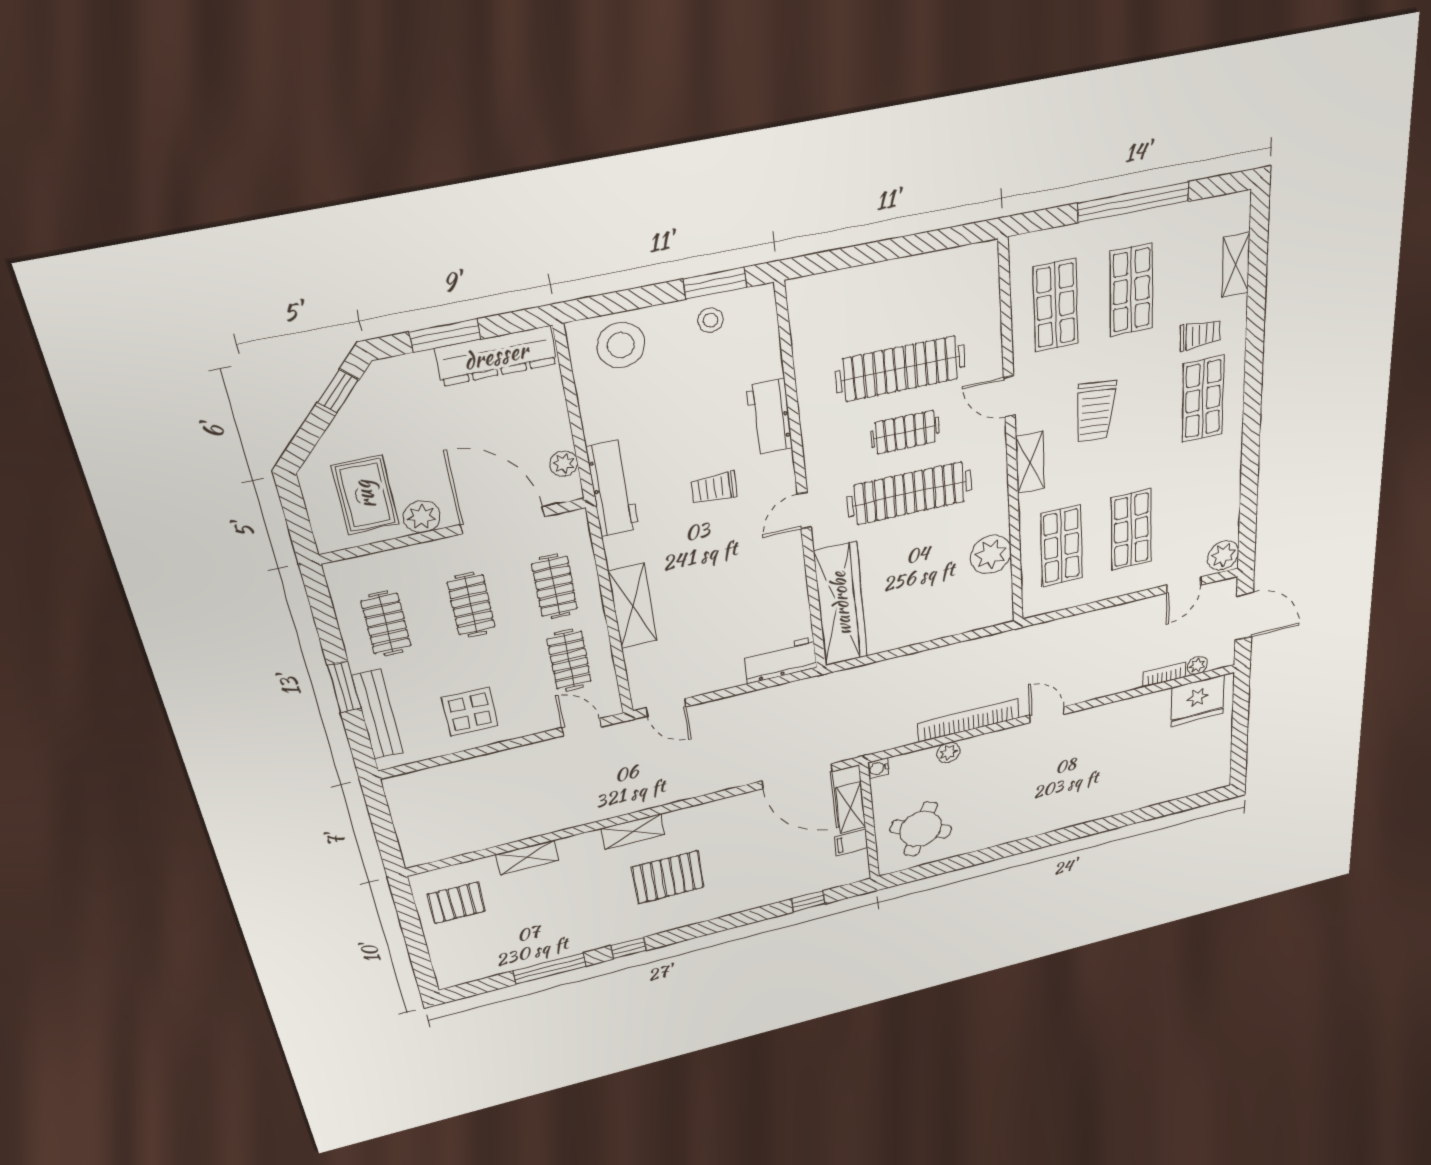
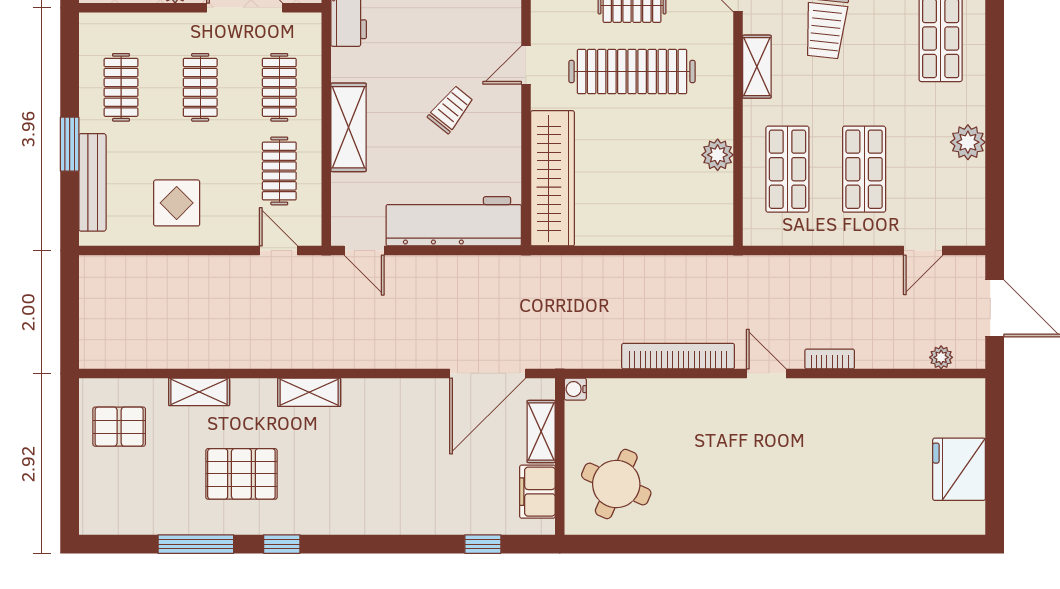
trolley: (714, 488) -> (451, 109), moved, turned 129
plant: (991, 555) -> (718, 155), width x0.73, depth x0.73
plant: (1223, 555) -> (968, 142), moved
workbench: (781, 661) -> (454, 221), width x1.88, depth x1.32
bookcase: (1164, 675) -> (830, 359), moved
fridge: (1198, 701) -> (959, 469), moved, turned 90
plant: (948, 752) -> (654, 391), removed
door: (797, 776) -> (488, 373), hinge flipped
filing cabinet: (851, 843) -> (537, 492), width x2.00
pallet: (668, 877) -> (241, 474), moved

